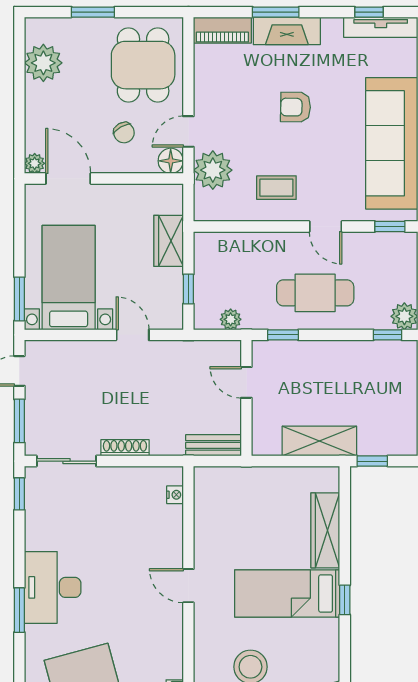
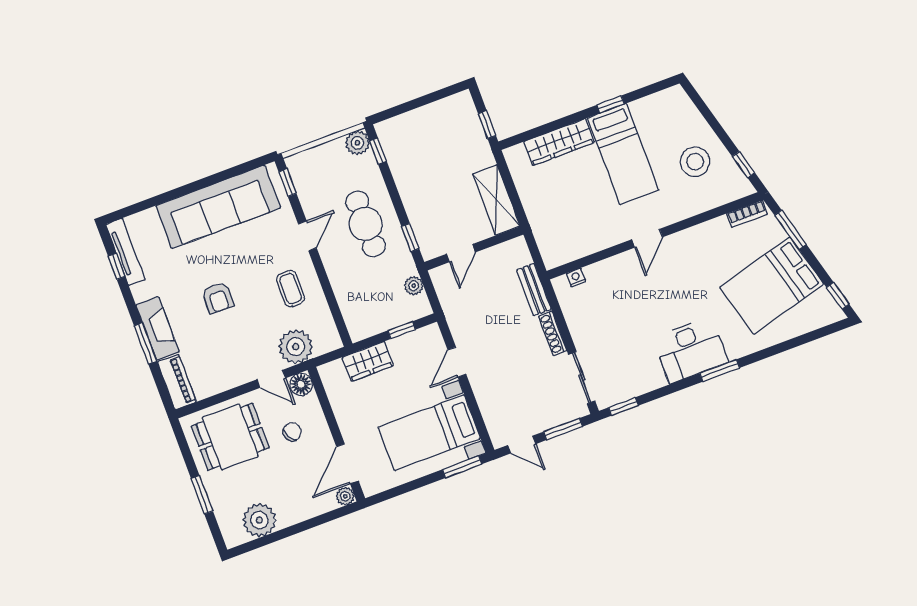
shelving: (319, 441) -> (496, 200), moved
bench: (214, 445) -> (534, 290), moved

